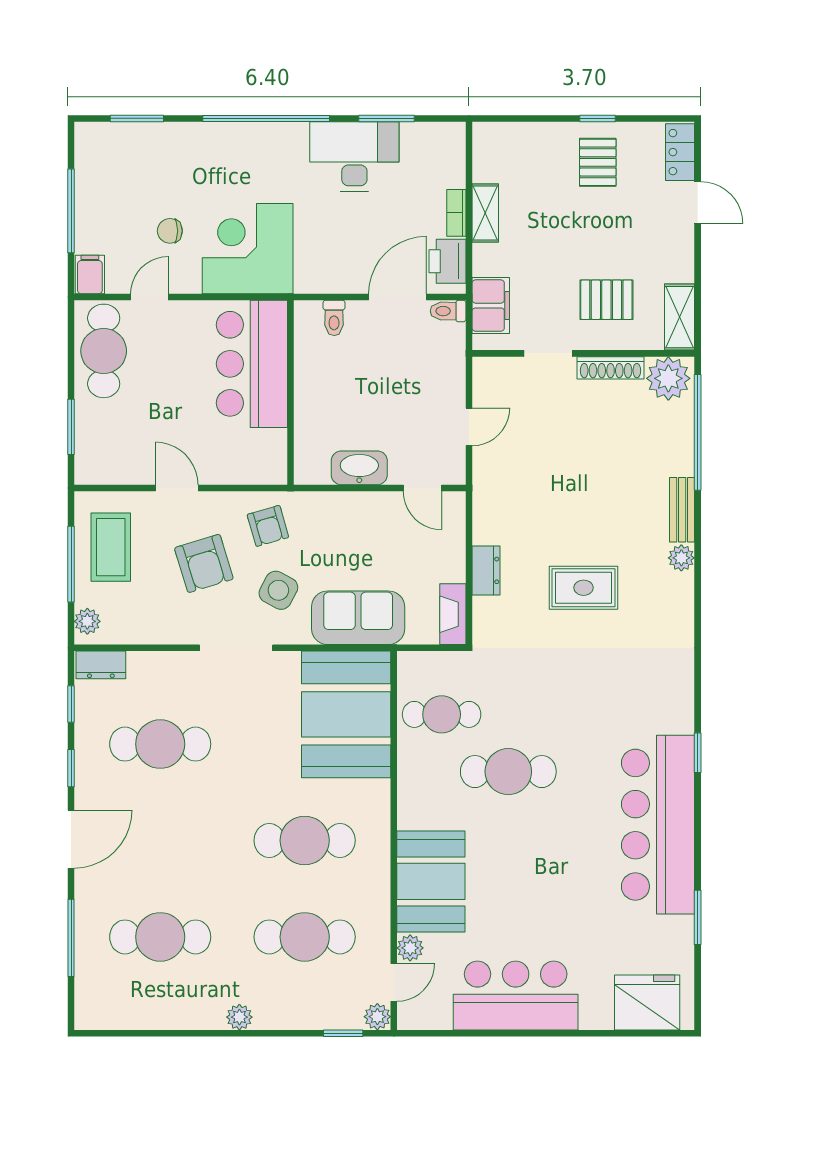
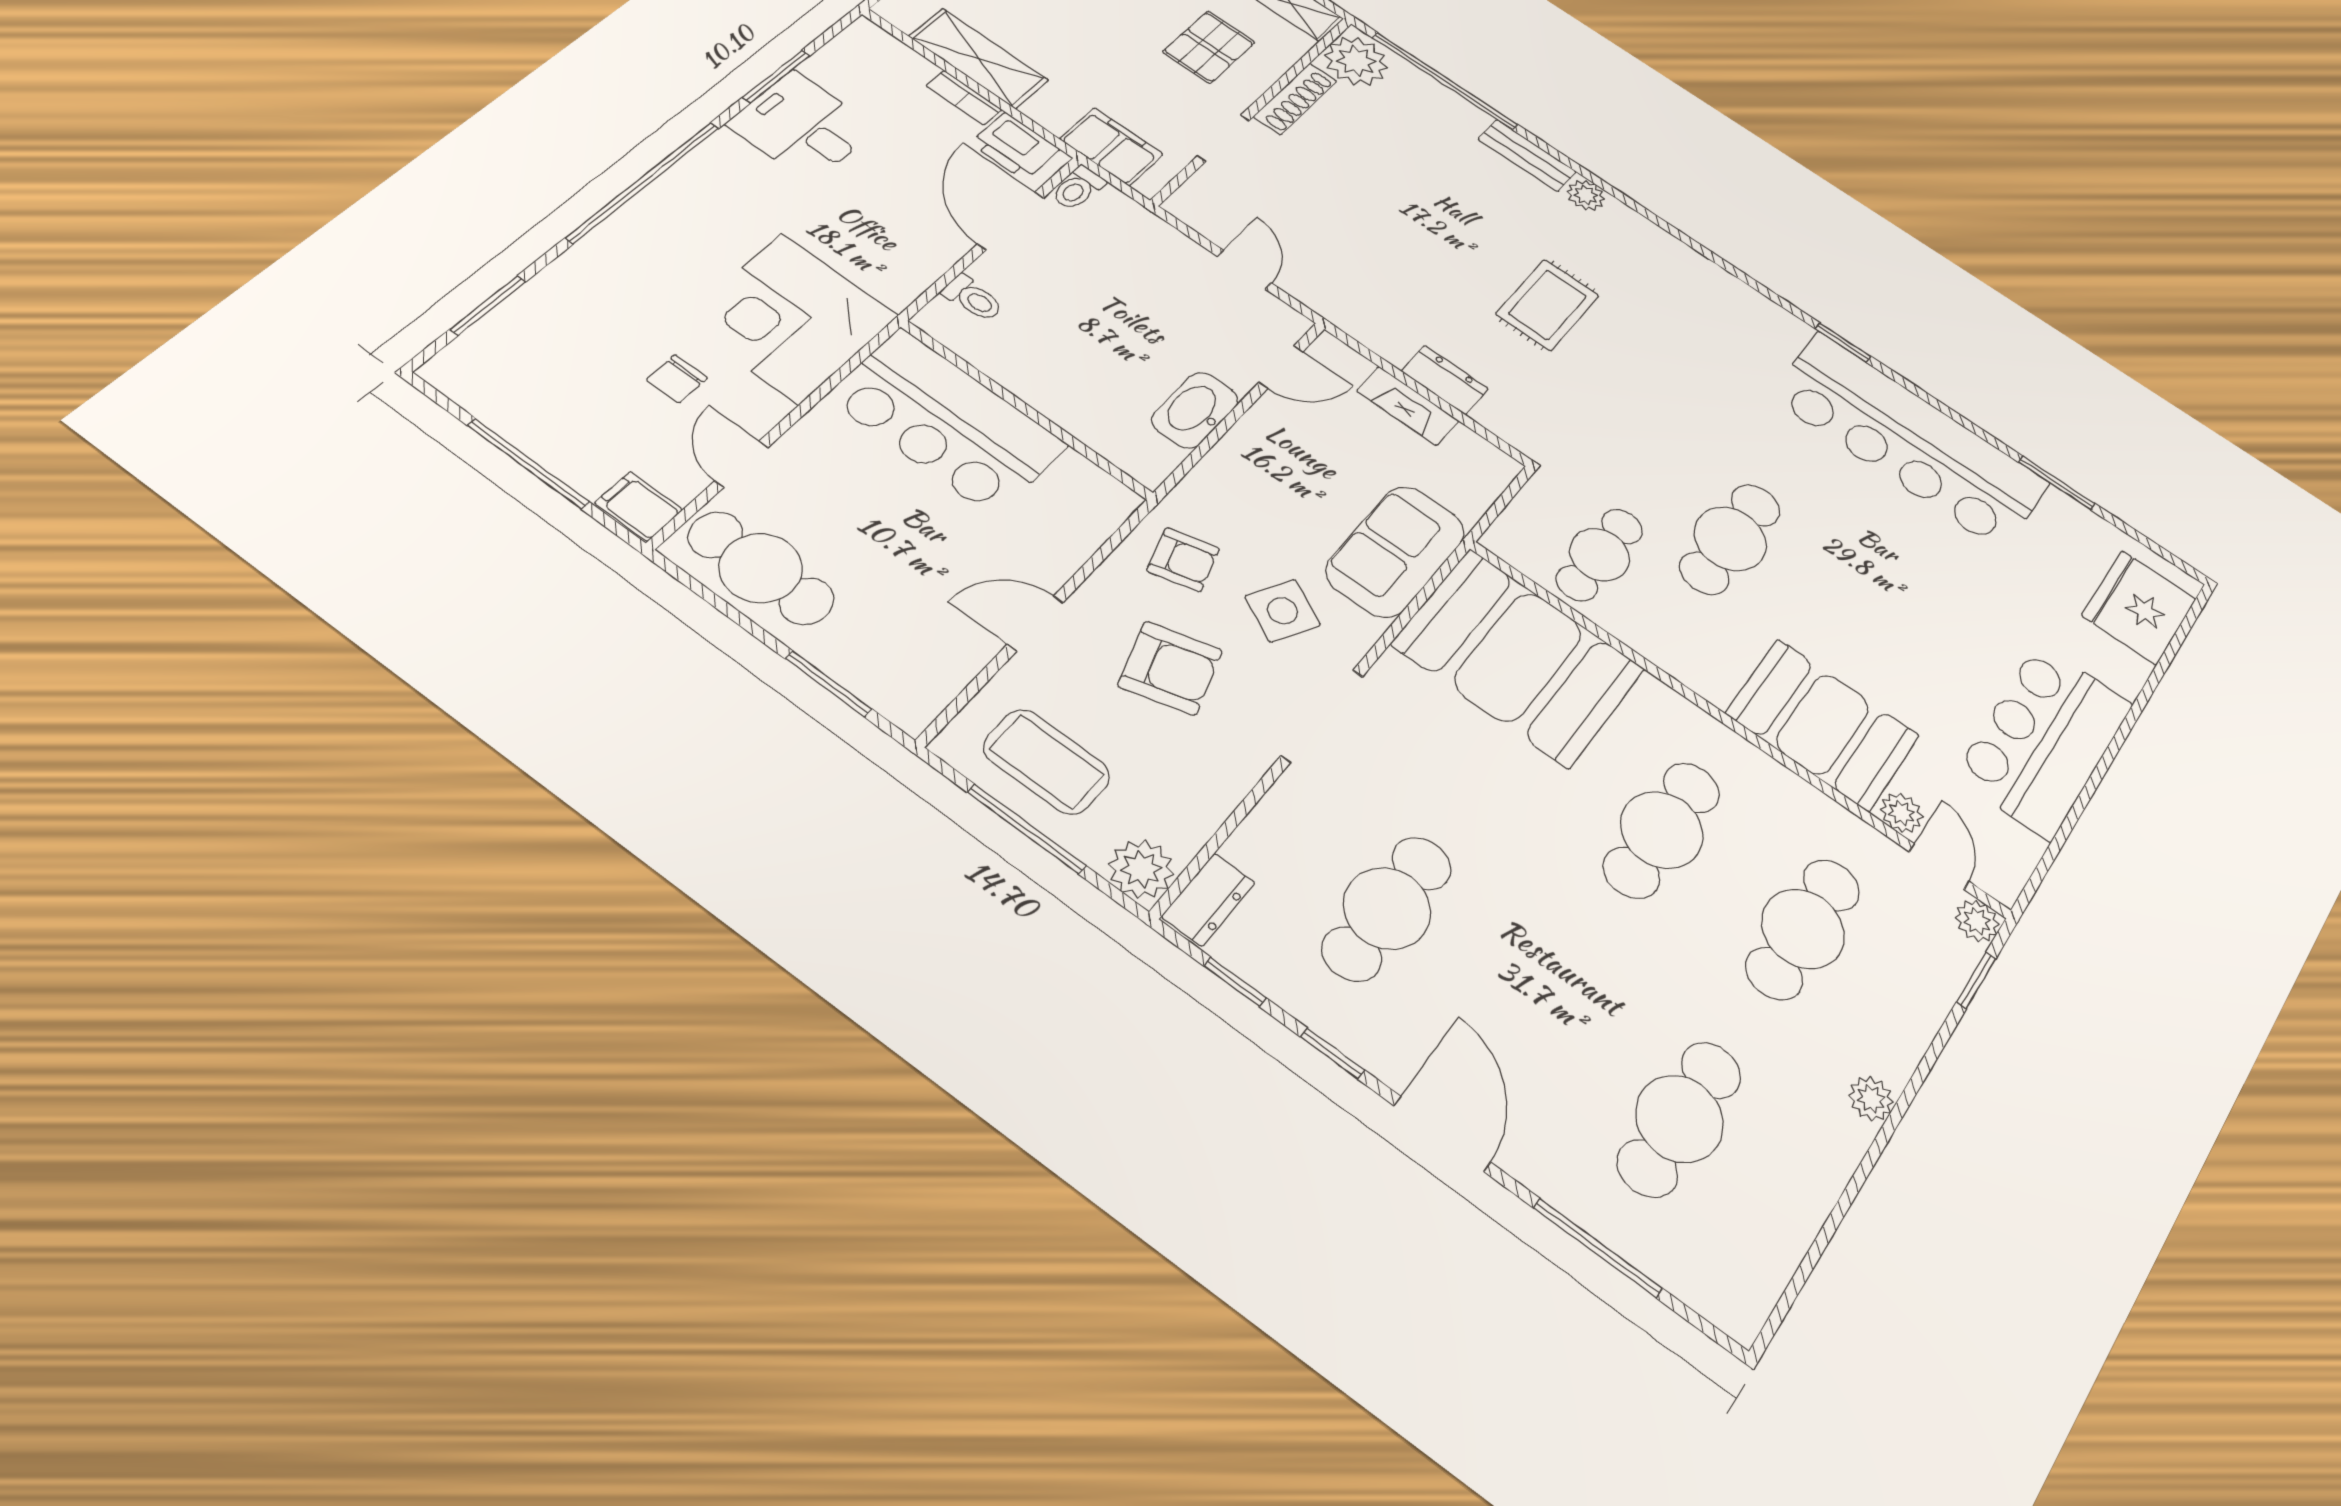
desk: (354, 156) -> (802, 126), width x0.73
shelving: (485, 213) -> (979, 58), width x1.50, depth x1.33
fireplace: (453, 614) -> (1408, 406), moved
plant: (87, 621) -> (1141, 869), width x1.38, depth x1.38

